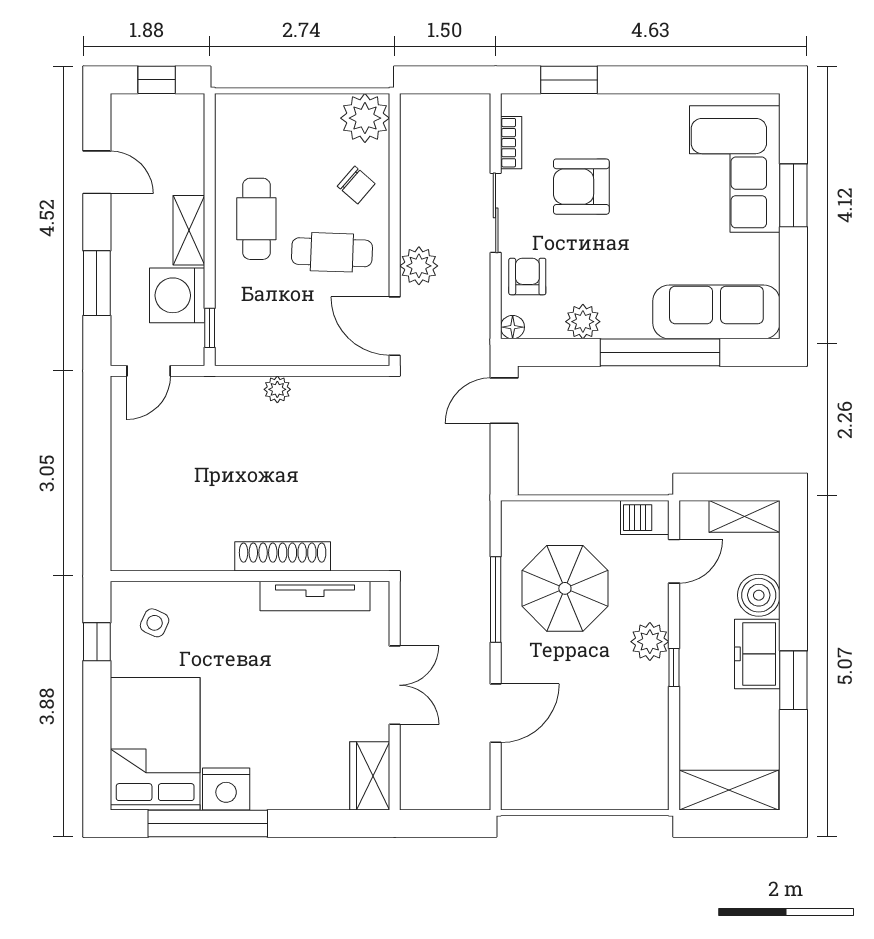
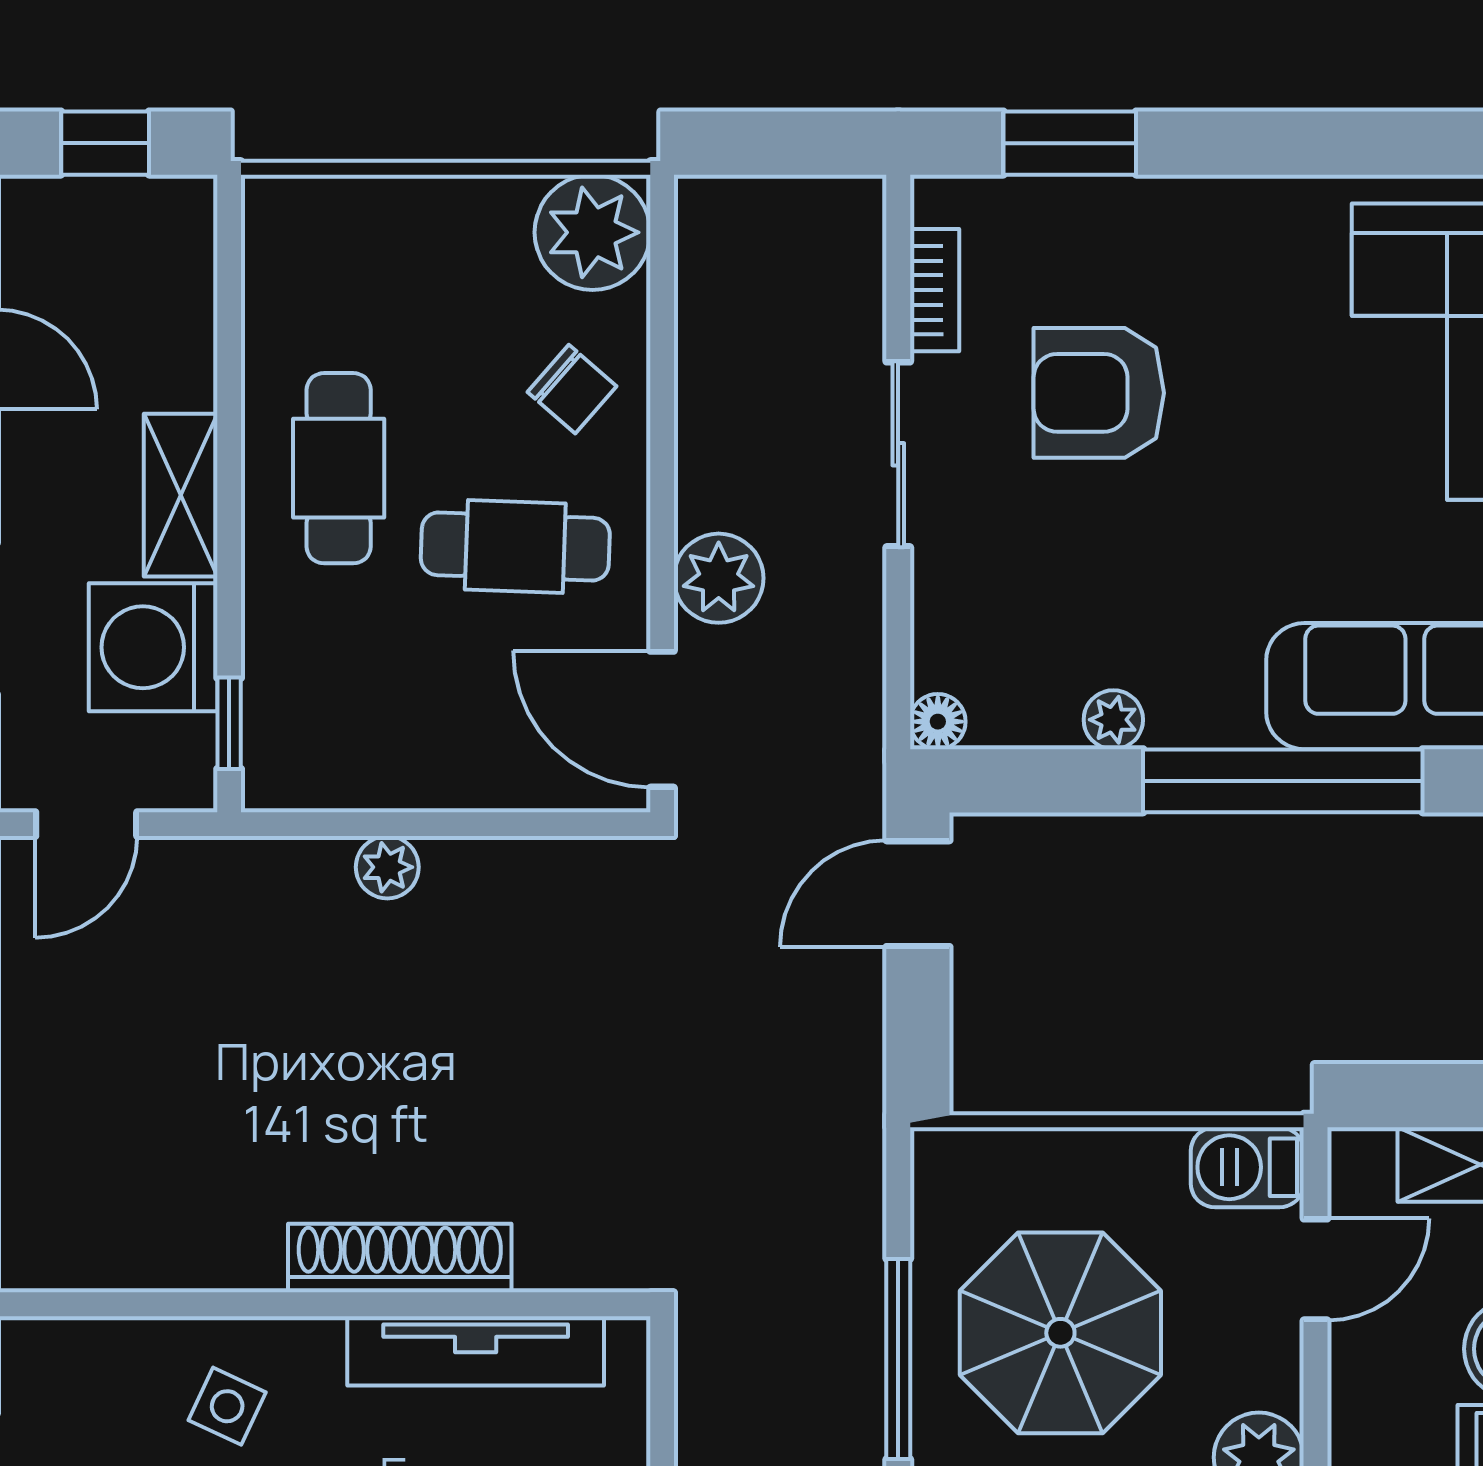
armchair: (527, 276) -> (972, 603), removed
plant: (583, 322) -> (1113, 720), width x0.73, depth x0.73
side table: (155, 623) -> (227, 1406), moved

